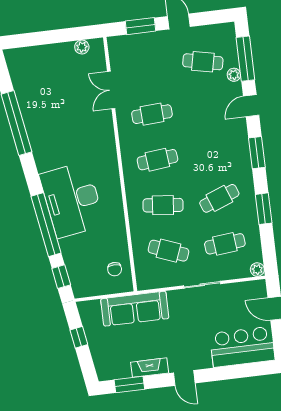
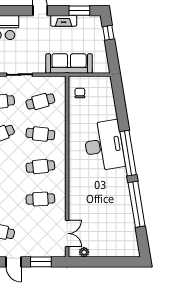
double door: (111, 90) -> (67, 233), moved
window: (46, 225) -> (128, 153), moved
cafe table: (168, 251) -> (40, 101), turned -36
window: (61, 277) -> (118, 92), removed
window: (79, 337) -> (108, 33), moved

